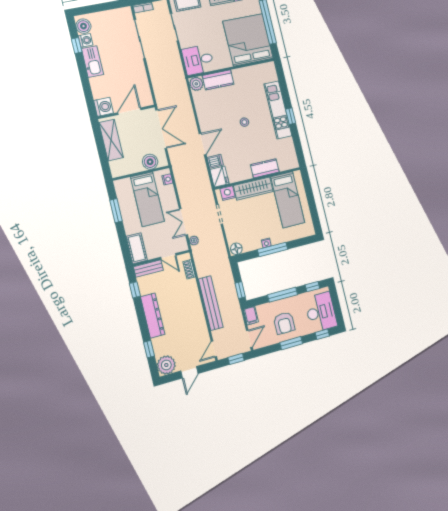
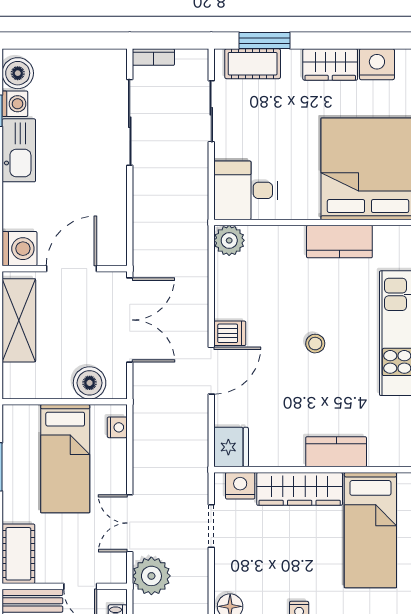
kitchen counter: (218, 80) -> (339, 242), moved
dishwasher: (215, 161) -> (230, 333), moved
plant: (194, 241) -> (151, 576), width x1.88, depth x1.88

